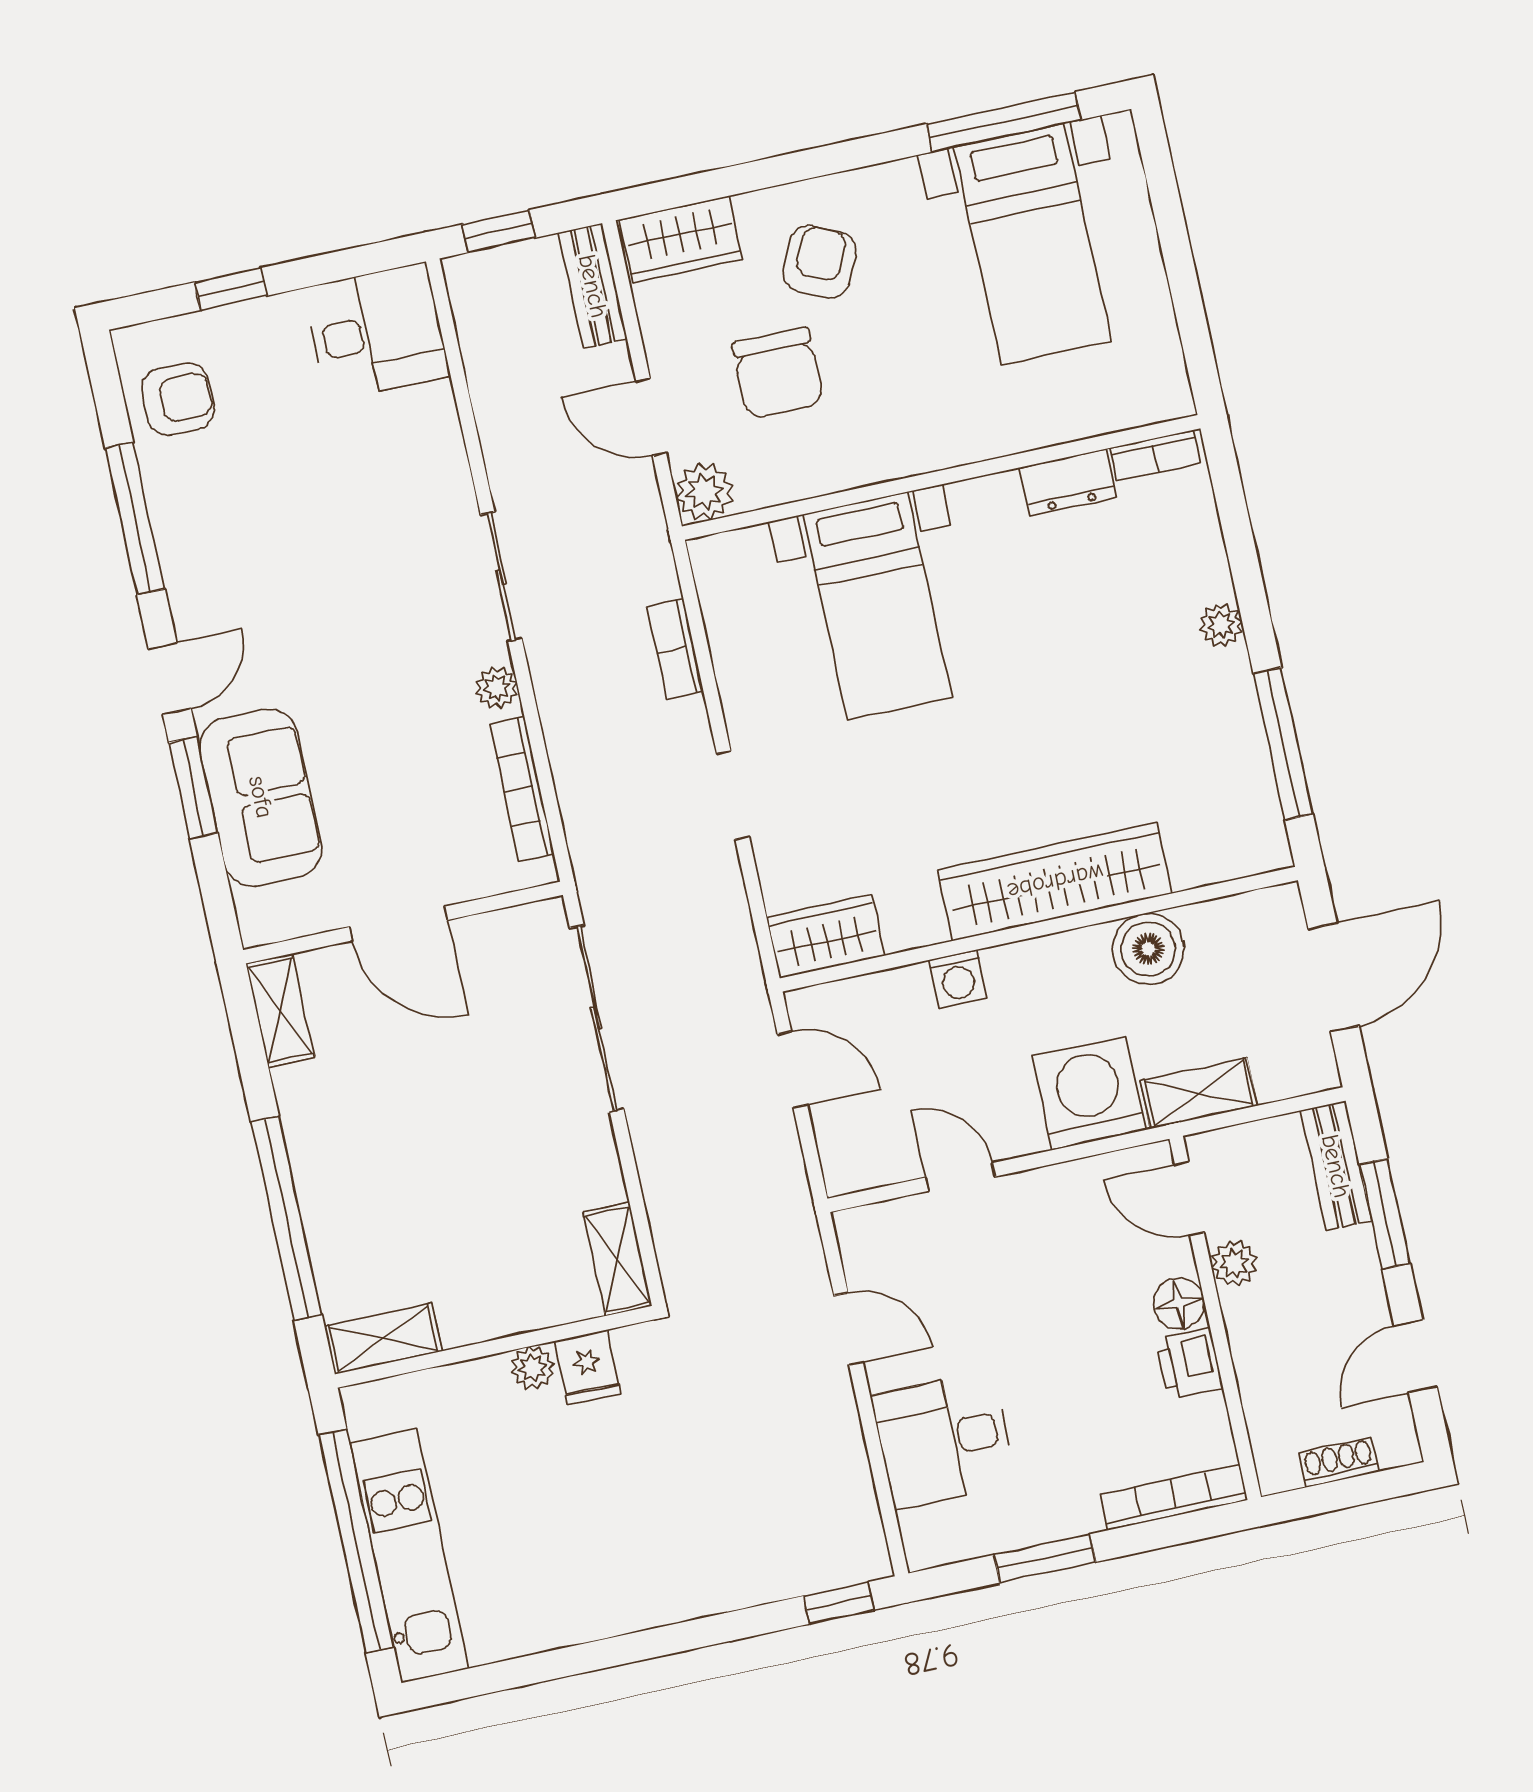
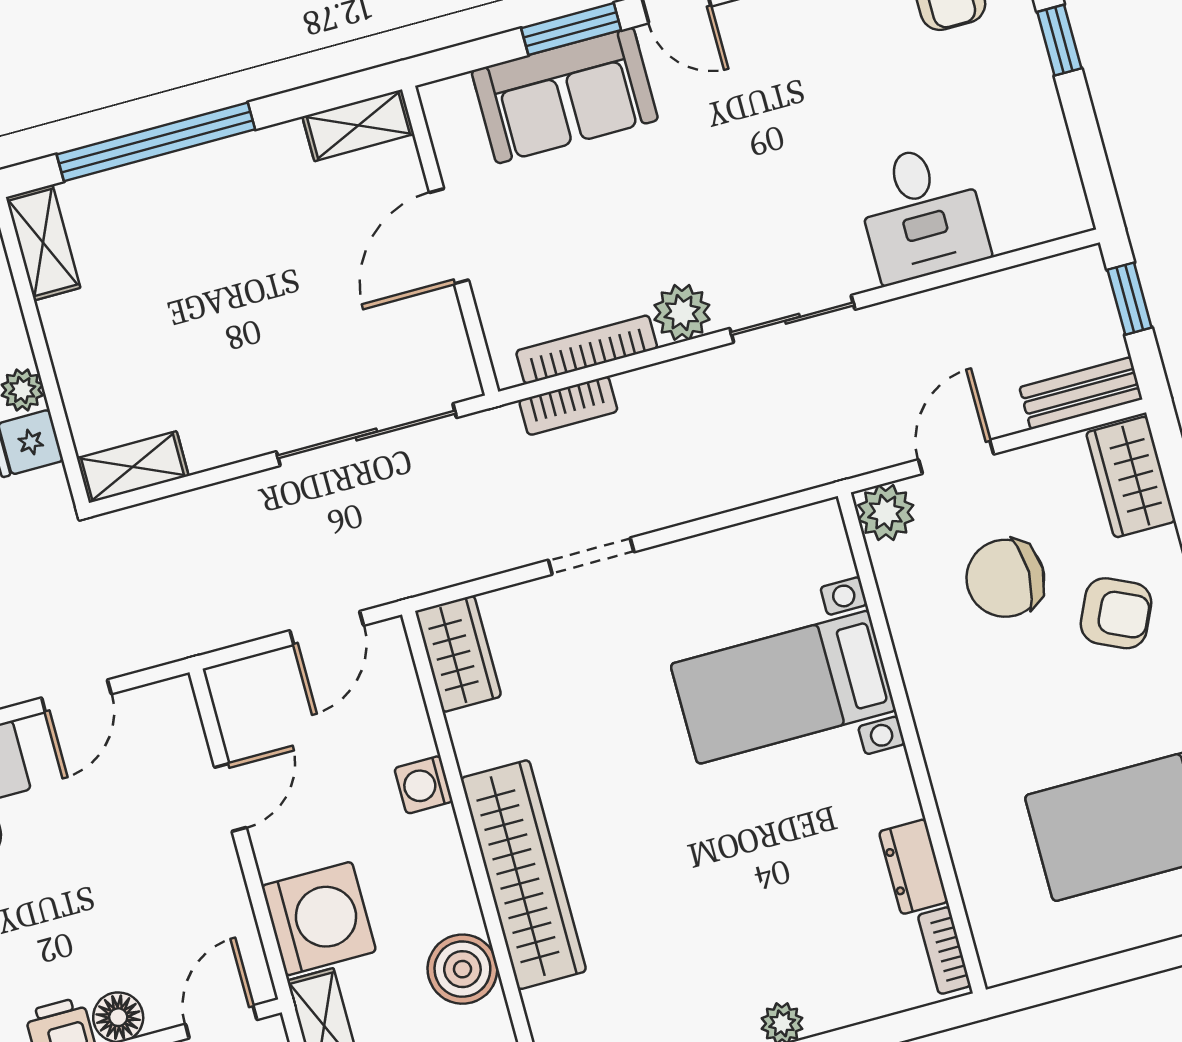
desk: (377, 332) -> (922, 213), moved
bookcase: (675, 649) -> (568, 406), moved, turned 180
plant: (497, 688) -> (682, 312), width x1.38, depth x1.38

